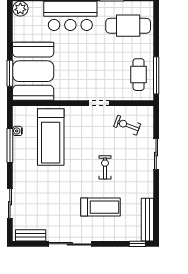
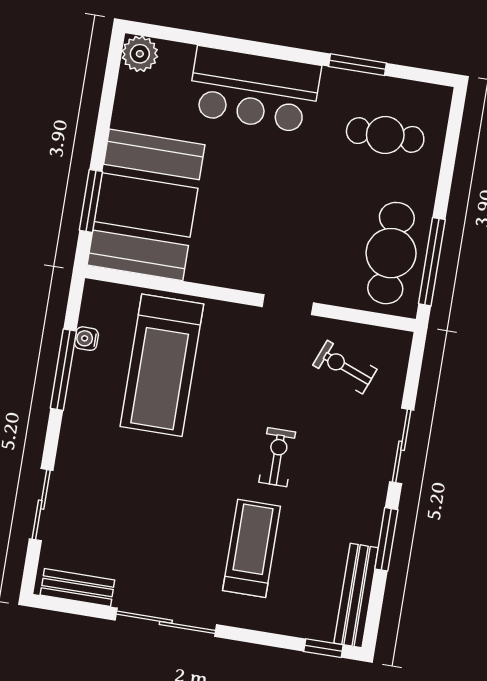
cafe table: (128, 26) -> (385, 135), width x0.73, depth x0.74
cafe table: (139, 75) -> (391, 253), width x1.37, depth x1.35
window: (156, 194) -> (386, 539), added
treadmill: (101, 207) -> (252, 548), turned -90

